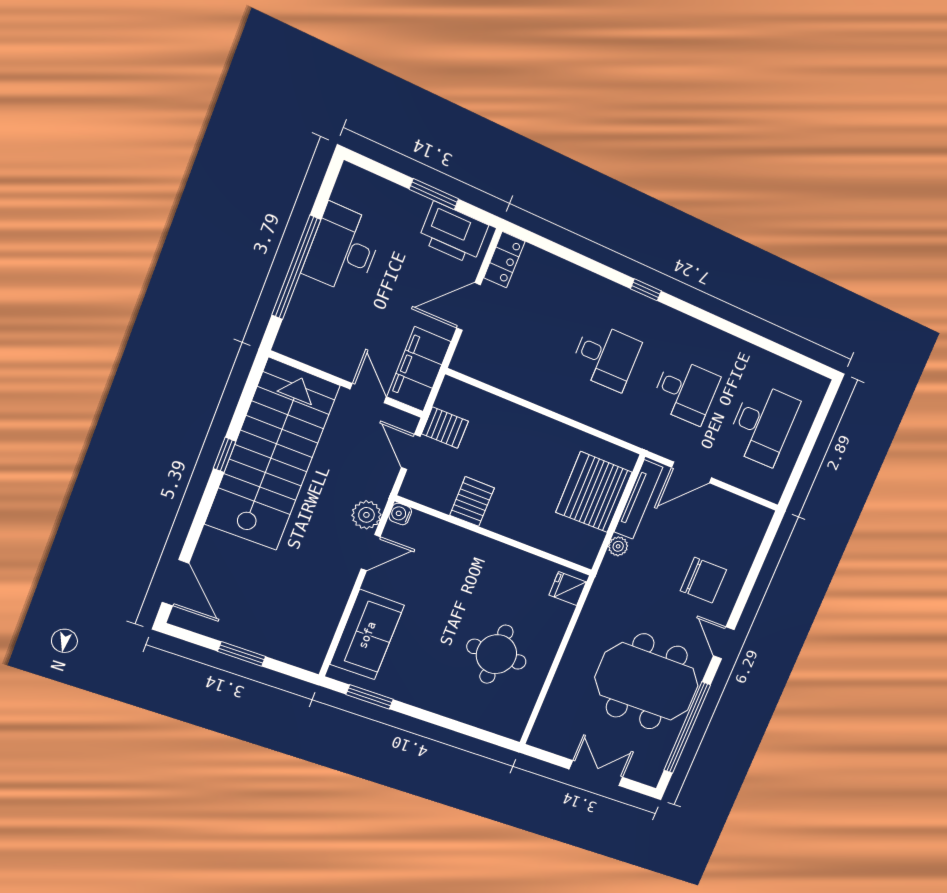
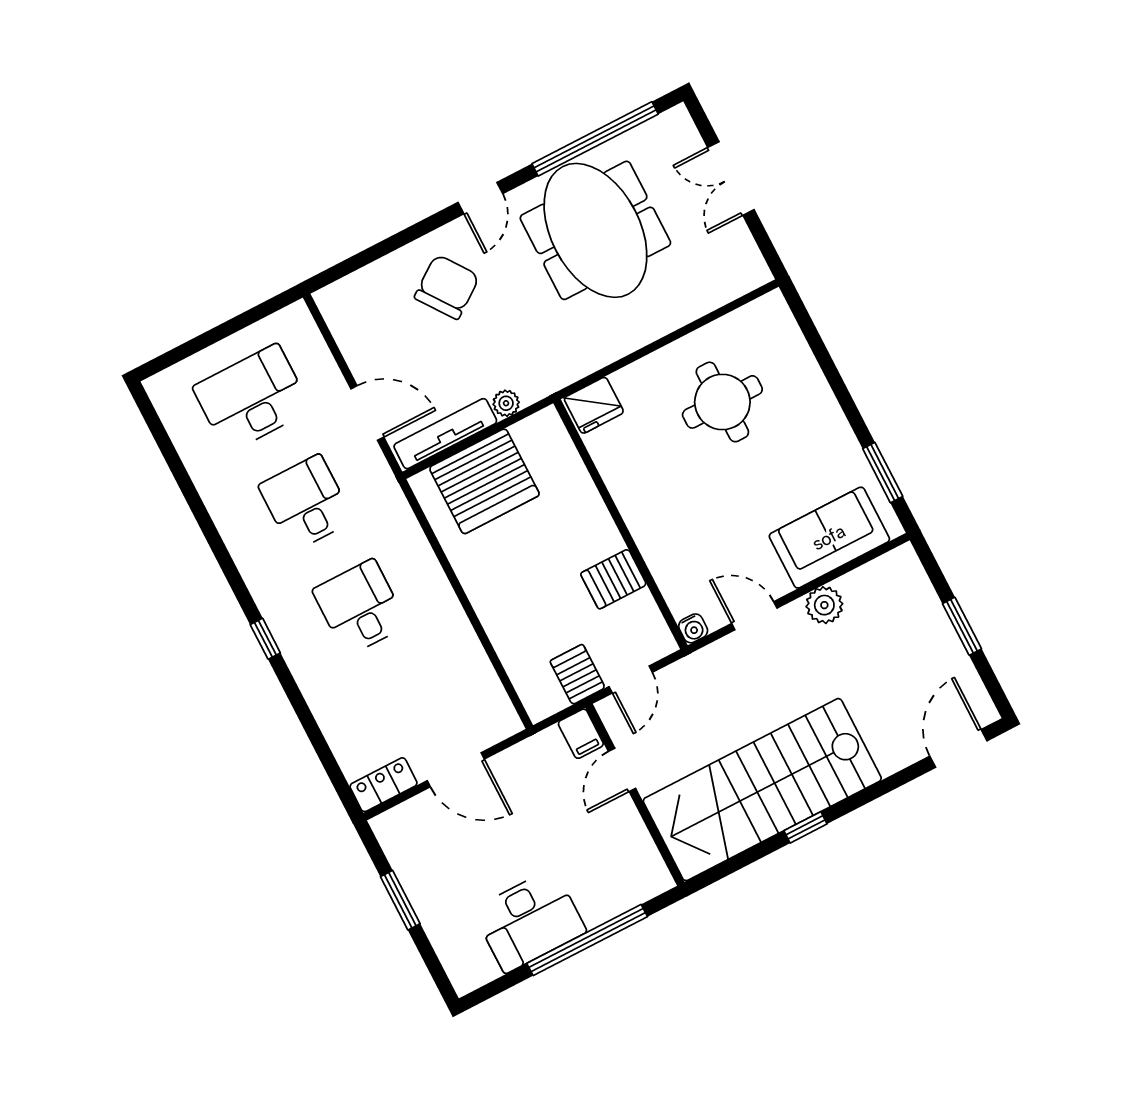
printer: (453, 233) -> (412, 850), removed
filing cabinet: (419, 369) -> (581, 734), width x0.33, depth x0.86
plant: (366, 515) -> (824, 605), moved
chair: (703, 580) -> (447, 287), turned 54
fridge: (568, 589) -> (594, 405), width x1.38

